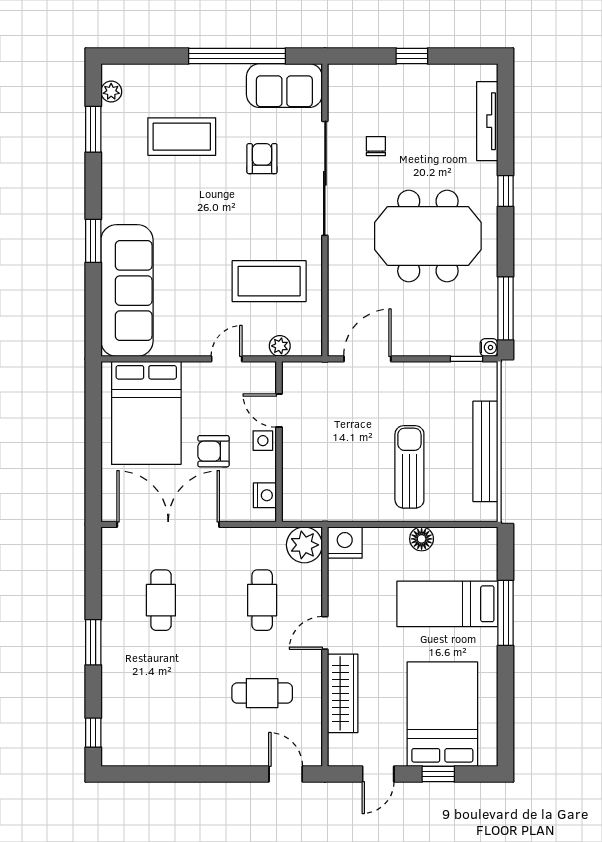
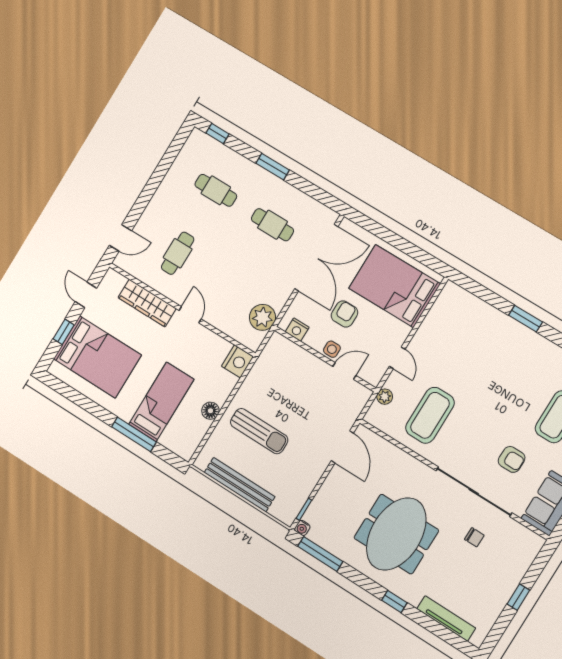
sofa: (127, 291) -> (480, 321), removed
plant: (304, 545) -> (262, 317), moved
cafe table: (262, 600) -> (216, 190), moved

